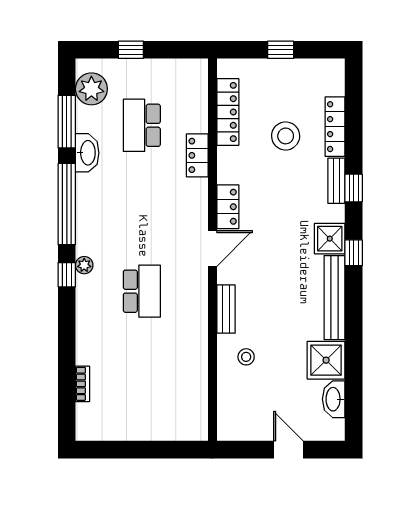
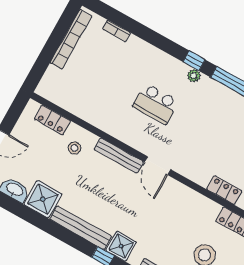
locker: (228, 207) -> (52, 120), moved
bench: (226, 309) -> (119, 156), width x1.36
bookcase: (122, 432) -> (71, 39), added

